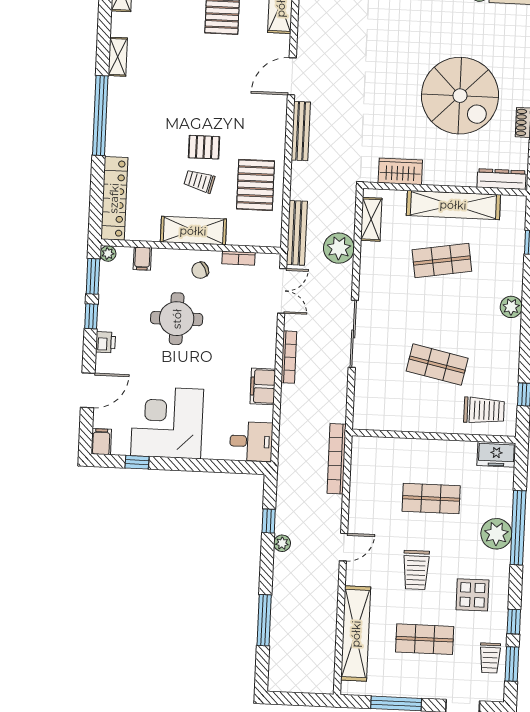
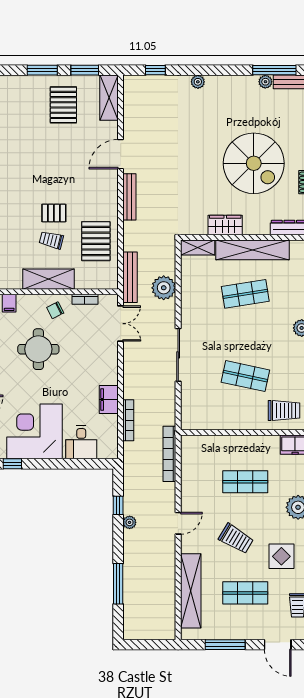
wardrobe: (400, 171) -> (225, 225), moved
shelving: (371, 219) -> (198, 247), moved, turned 90
bookcase: (289, 357) -> (128, 420), moved
desk: (251, 441) -> (81, 442), moved, turned 90
trolley: (416, 570) -> (236, 539), turned -59

